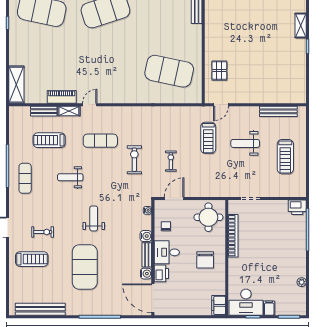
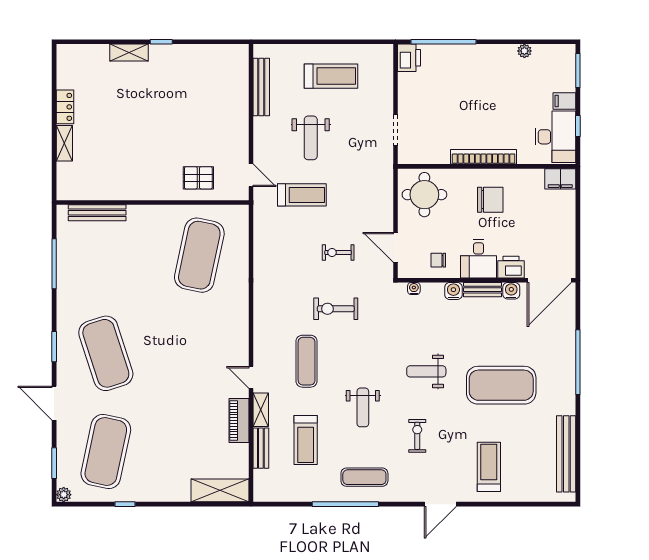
exercise bike: (43, 232) -> (417, 436), moved
bookcase: (233, 236) -> (484, 157), moved

